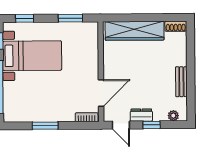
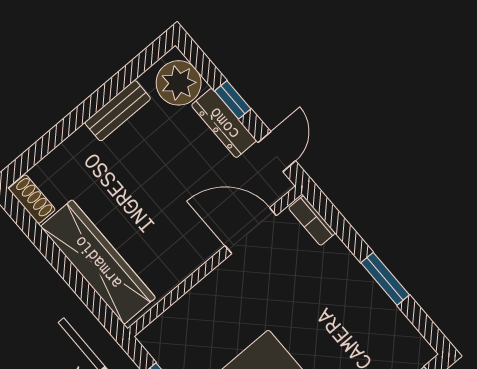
dresser: (141, 115) -> (224, 123), width x1.44
plant: (173, 116) -> (179, 83), width x1.88, depth x1.88

